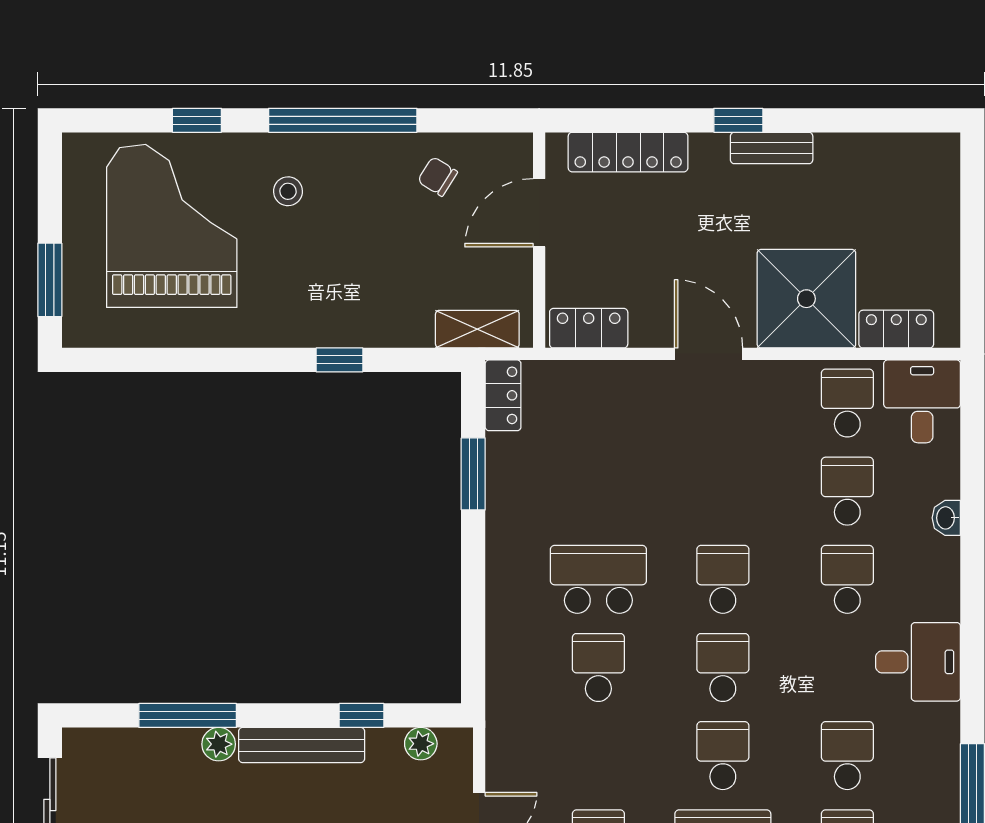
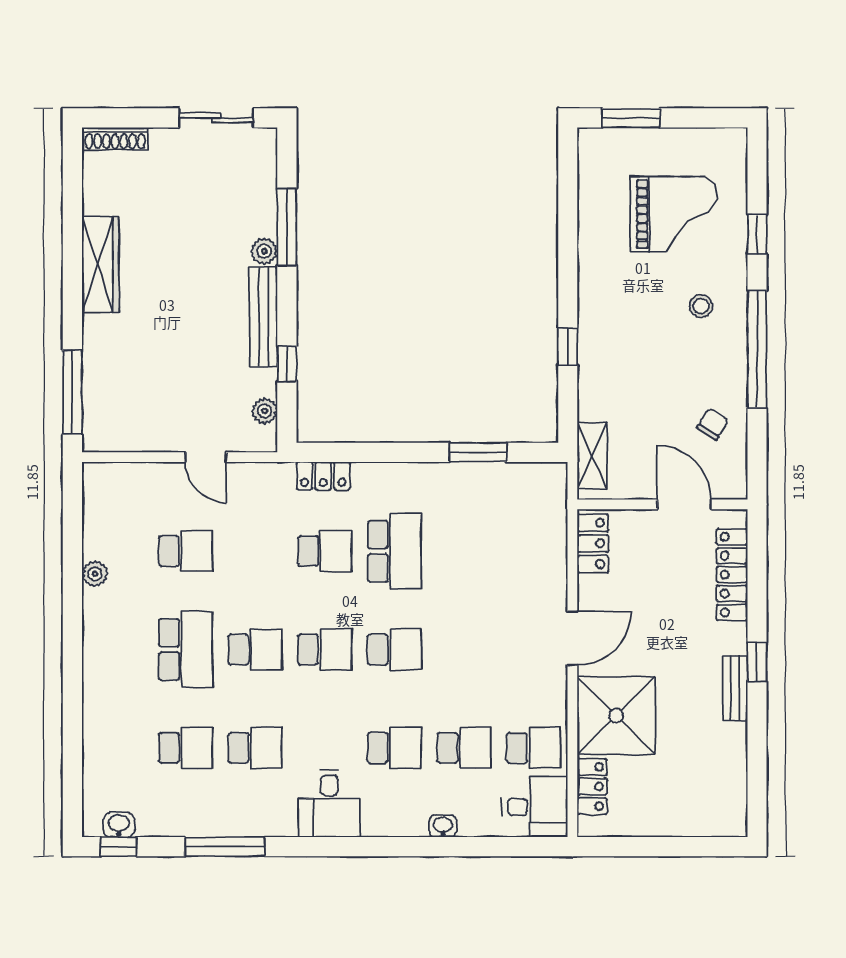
grand piano: (172, 226) -> (674, 214), width x0.73, depth x0.68
locker: (503, 395) -> (323, 476), moved

